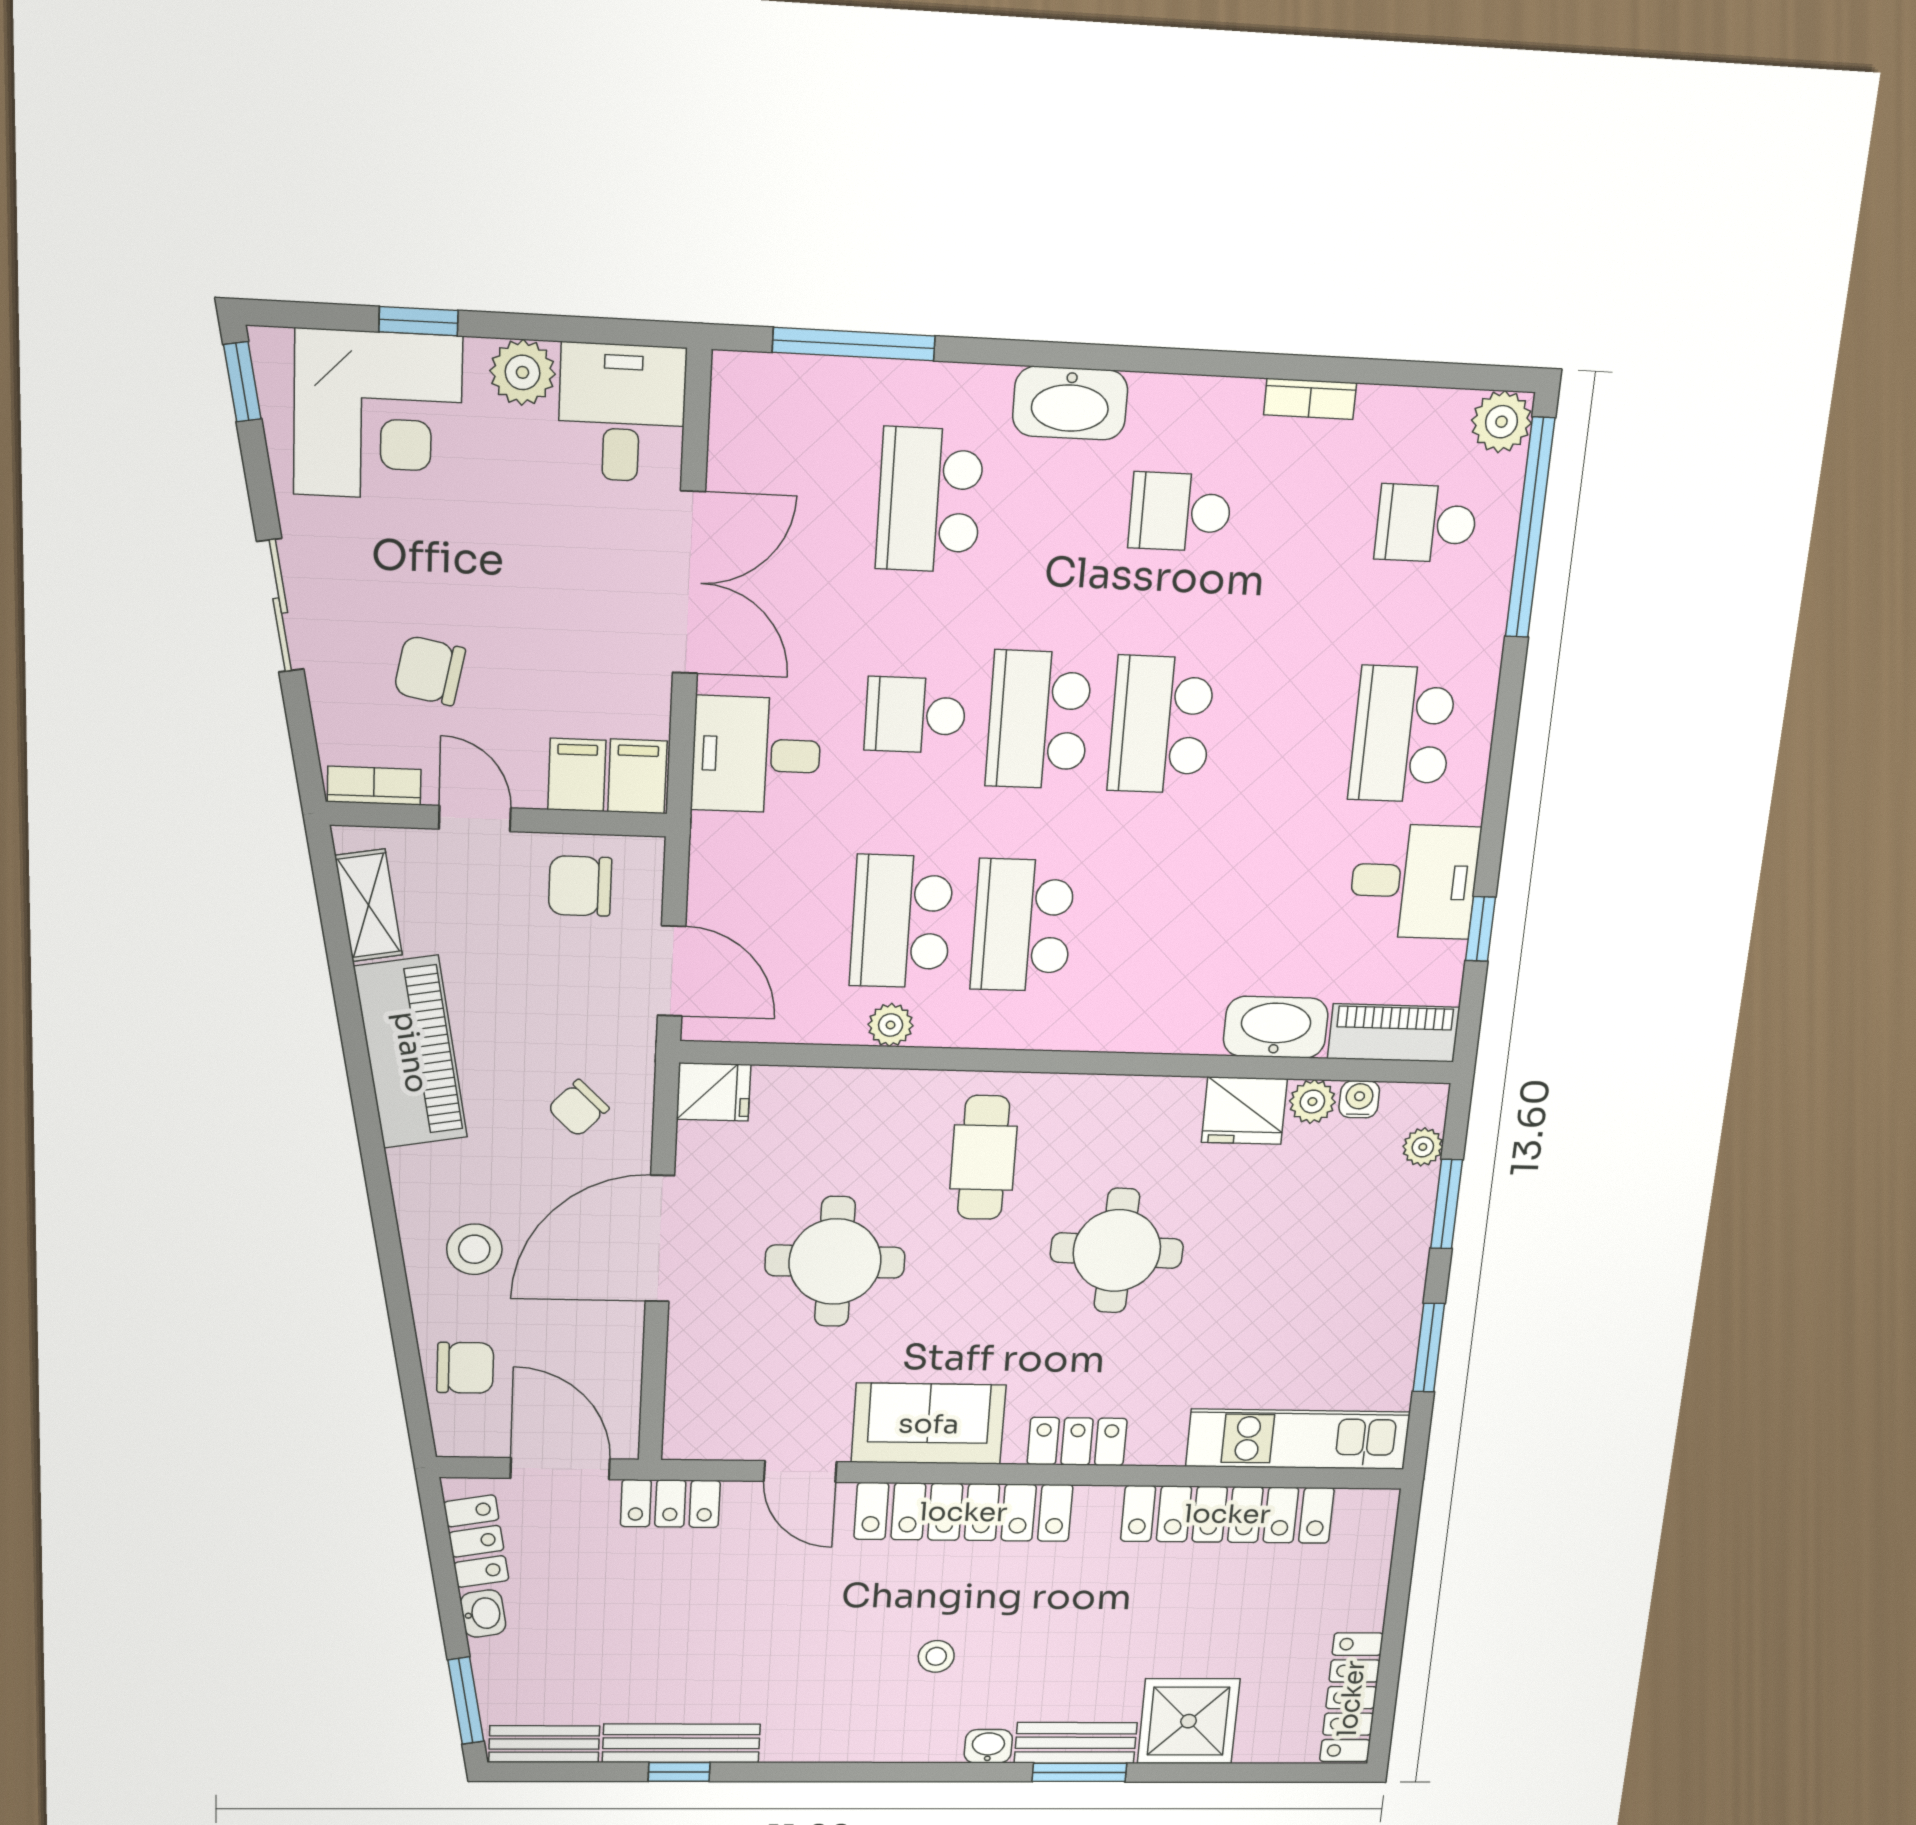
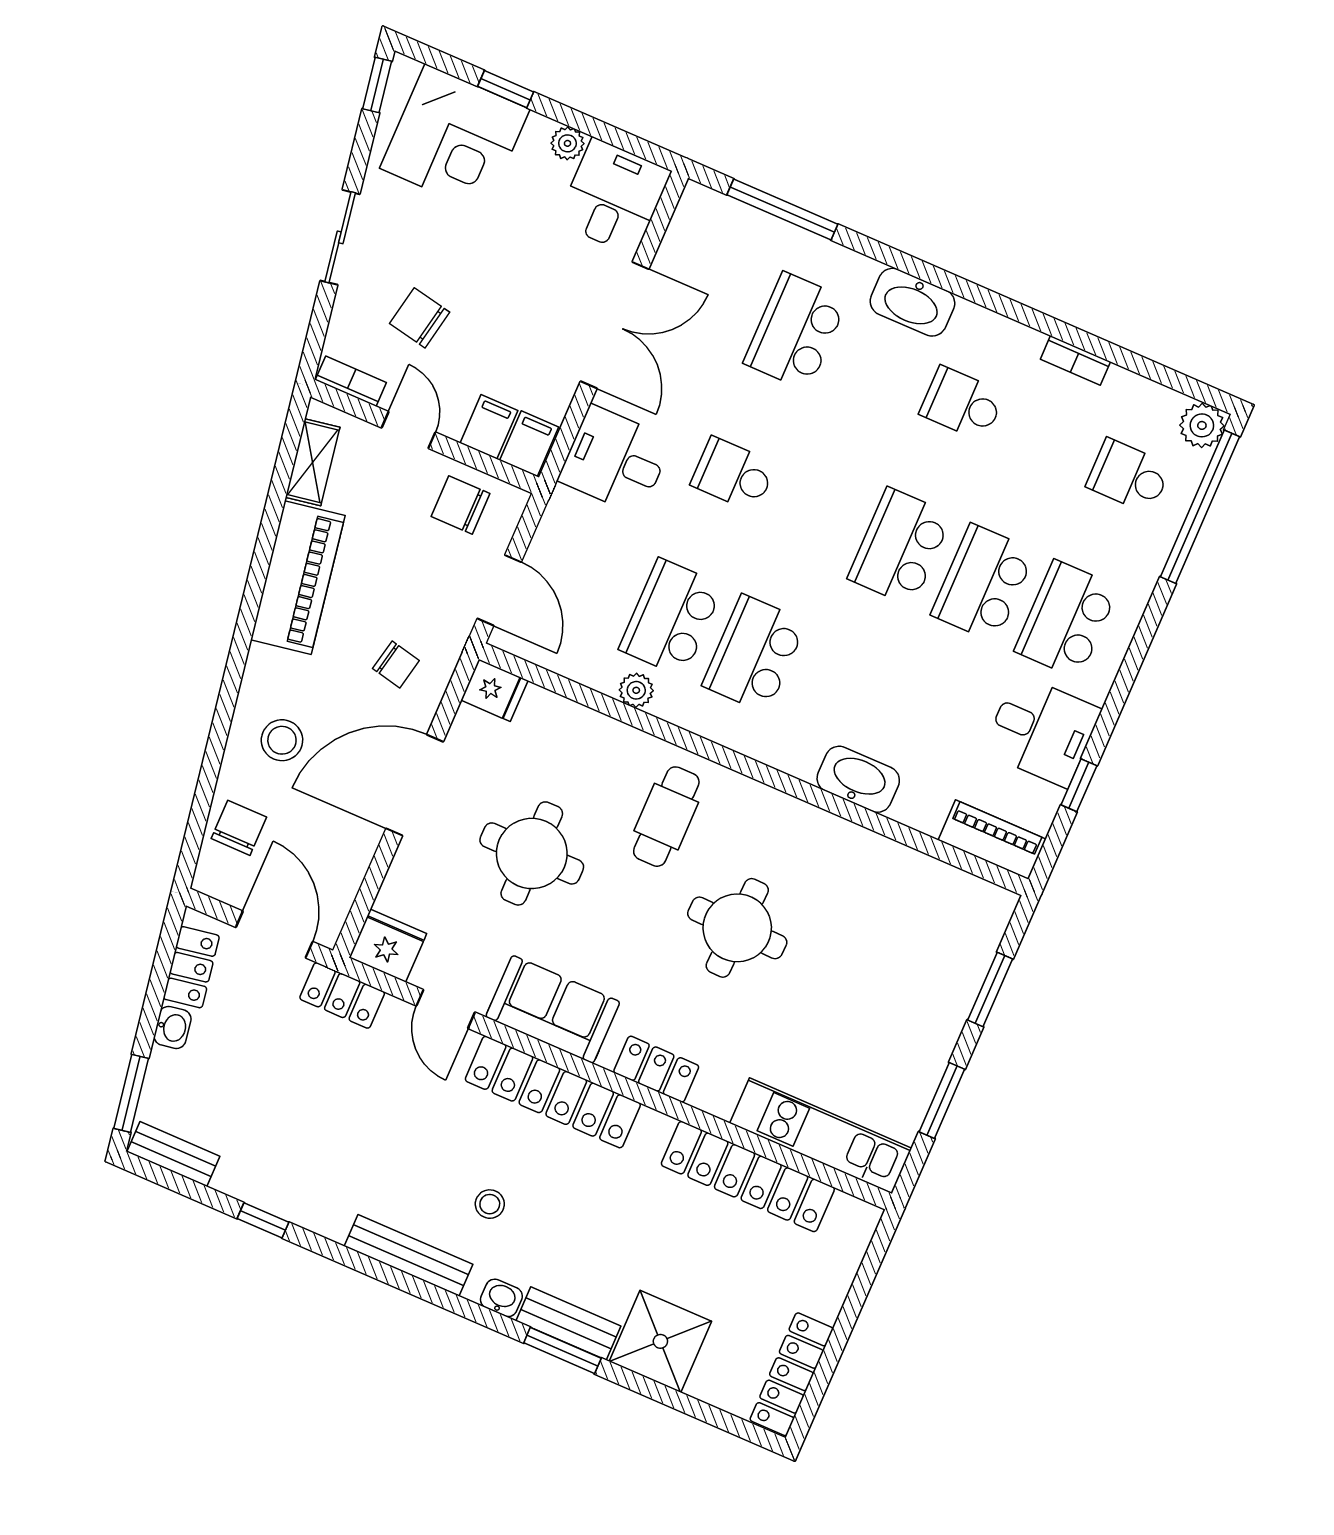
plant: (523, 372) -> (567, 143), width x0.73, depth x0.73
school desk: (1039, 720) -> (983, 583), moved
washbasin: (1276, 1027) -> (858, 779), moved
water cooler: (1359, 1099) -> (951, 881), removed
plant: (1312, 1102) -> (917, 869), removed
chair: (578, 1108) -> (396, 664), turned -122
fridge: (1244, 1111) -> (388, 946), moved, turned 180
plant: (1423, 1147) -> (986, 937), removed
chair: (465, 1368) -> (239, 828), turned -90
bench: (681, 1743) -> (409, 1255), moved

